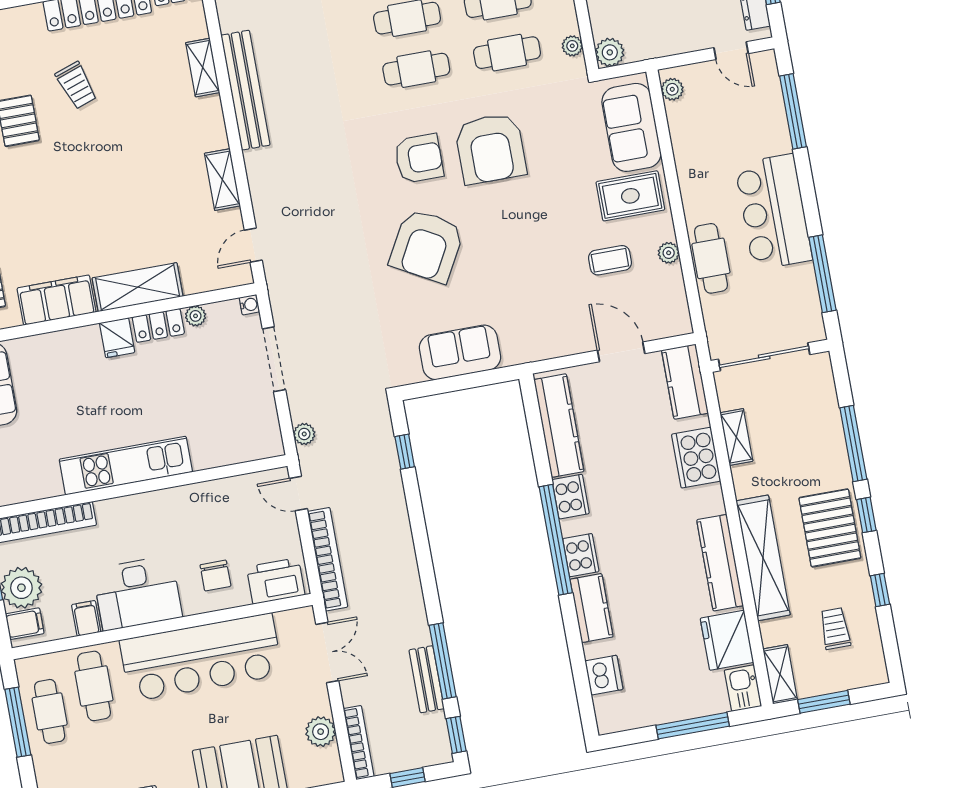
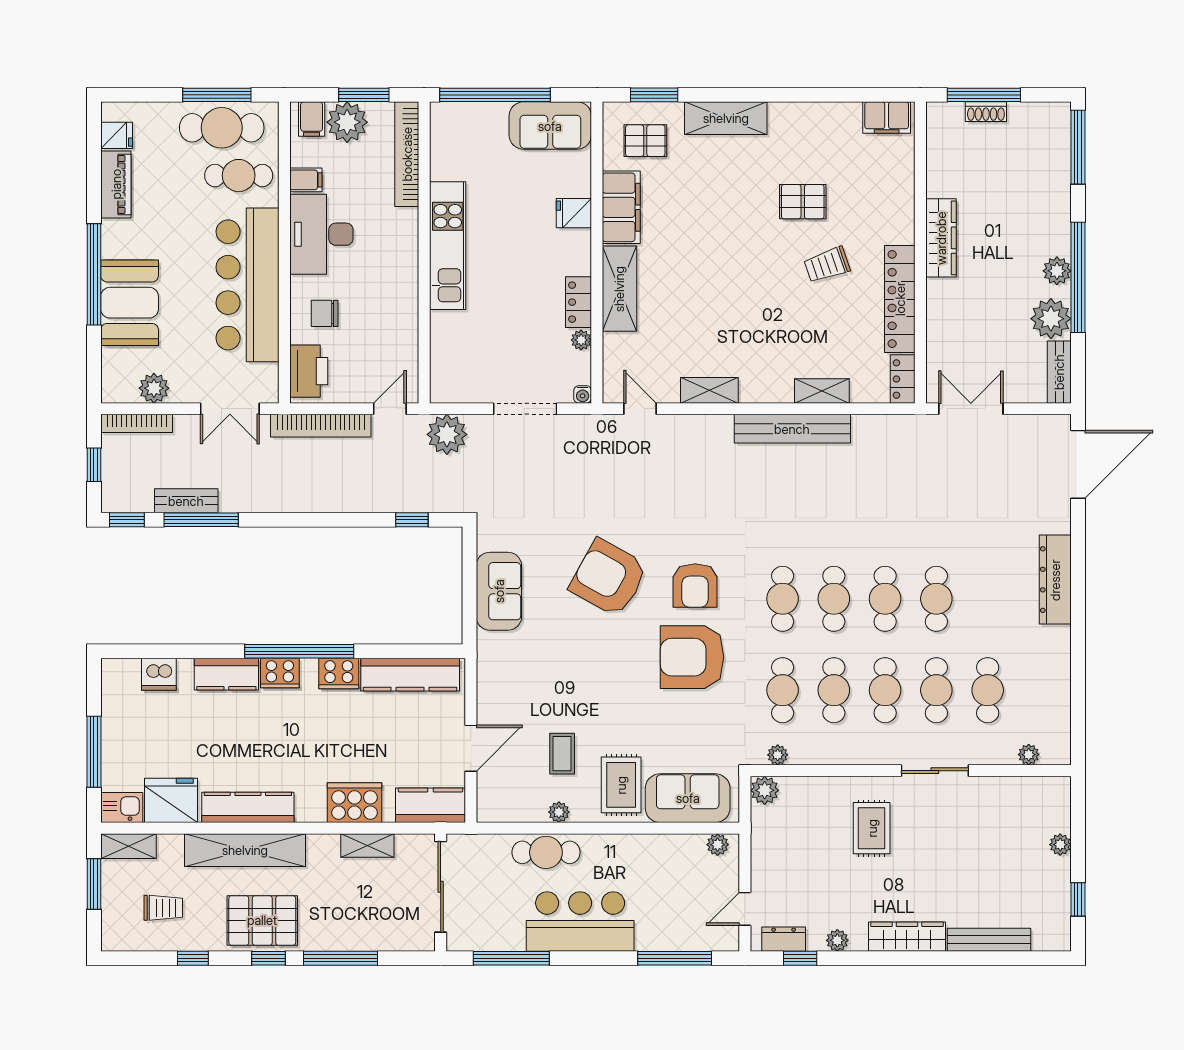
fridge: (117, 338) -> (574, 213), moved
plant: (304, 434) -> (447, 434), width x1.88, depth x1.88
cafe table: (50, 711) -> (222, 128), width x1.37, depth x1.35

